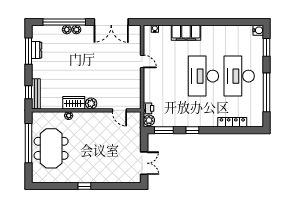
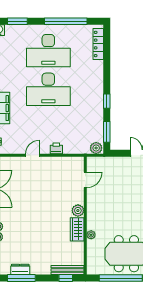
printer: (149, 108) -> (56, 148), moved
locker: (232, 122) -> (98, 44), moved

